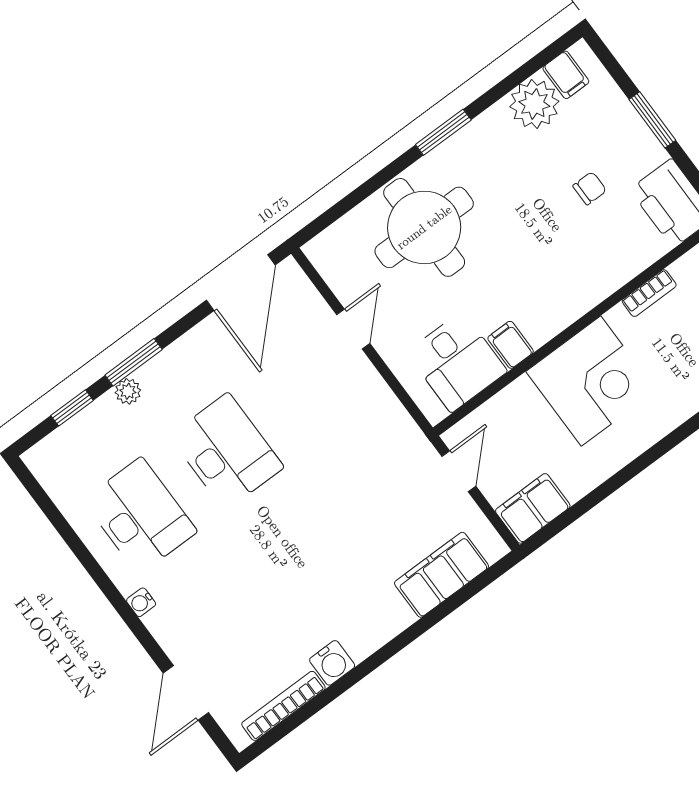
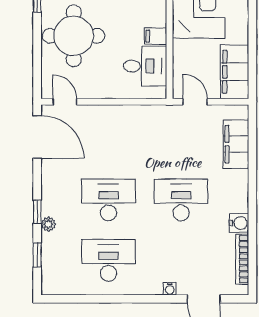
door: (353, 329) -> (65, 102), moved
window: (134, 362) -> (37, 212), width x0.67
filing cabinet: (533, 508) -> (235, 72), width x1.50, depth x1.17
desk: (304, 555) -> (181, 200), added
water cooler: (141, 602) -> (170, 289), moved

